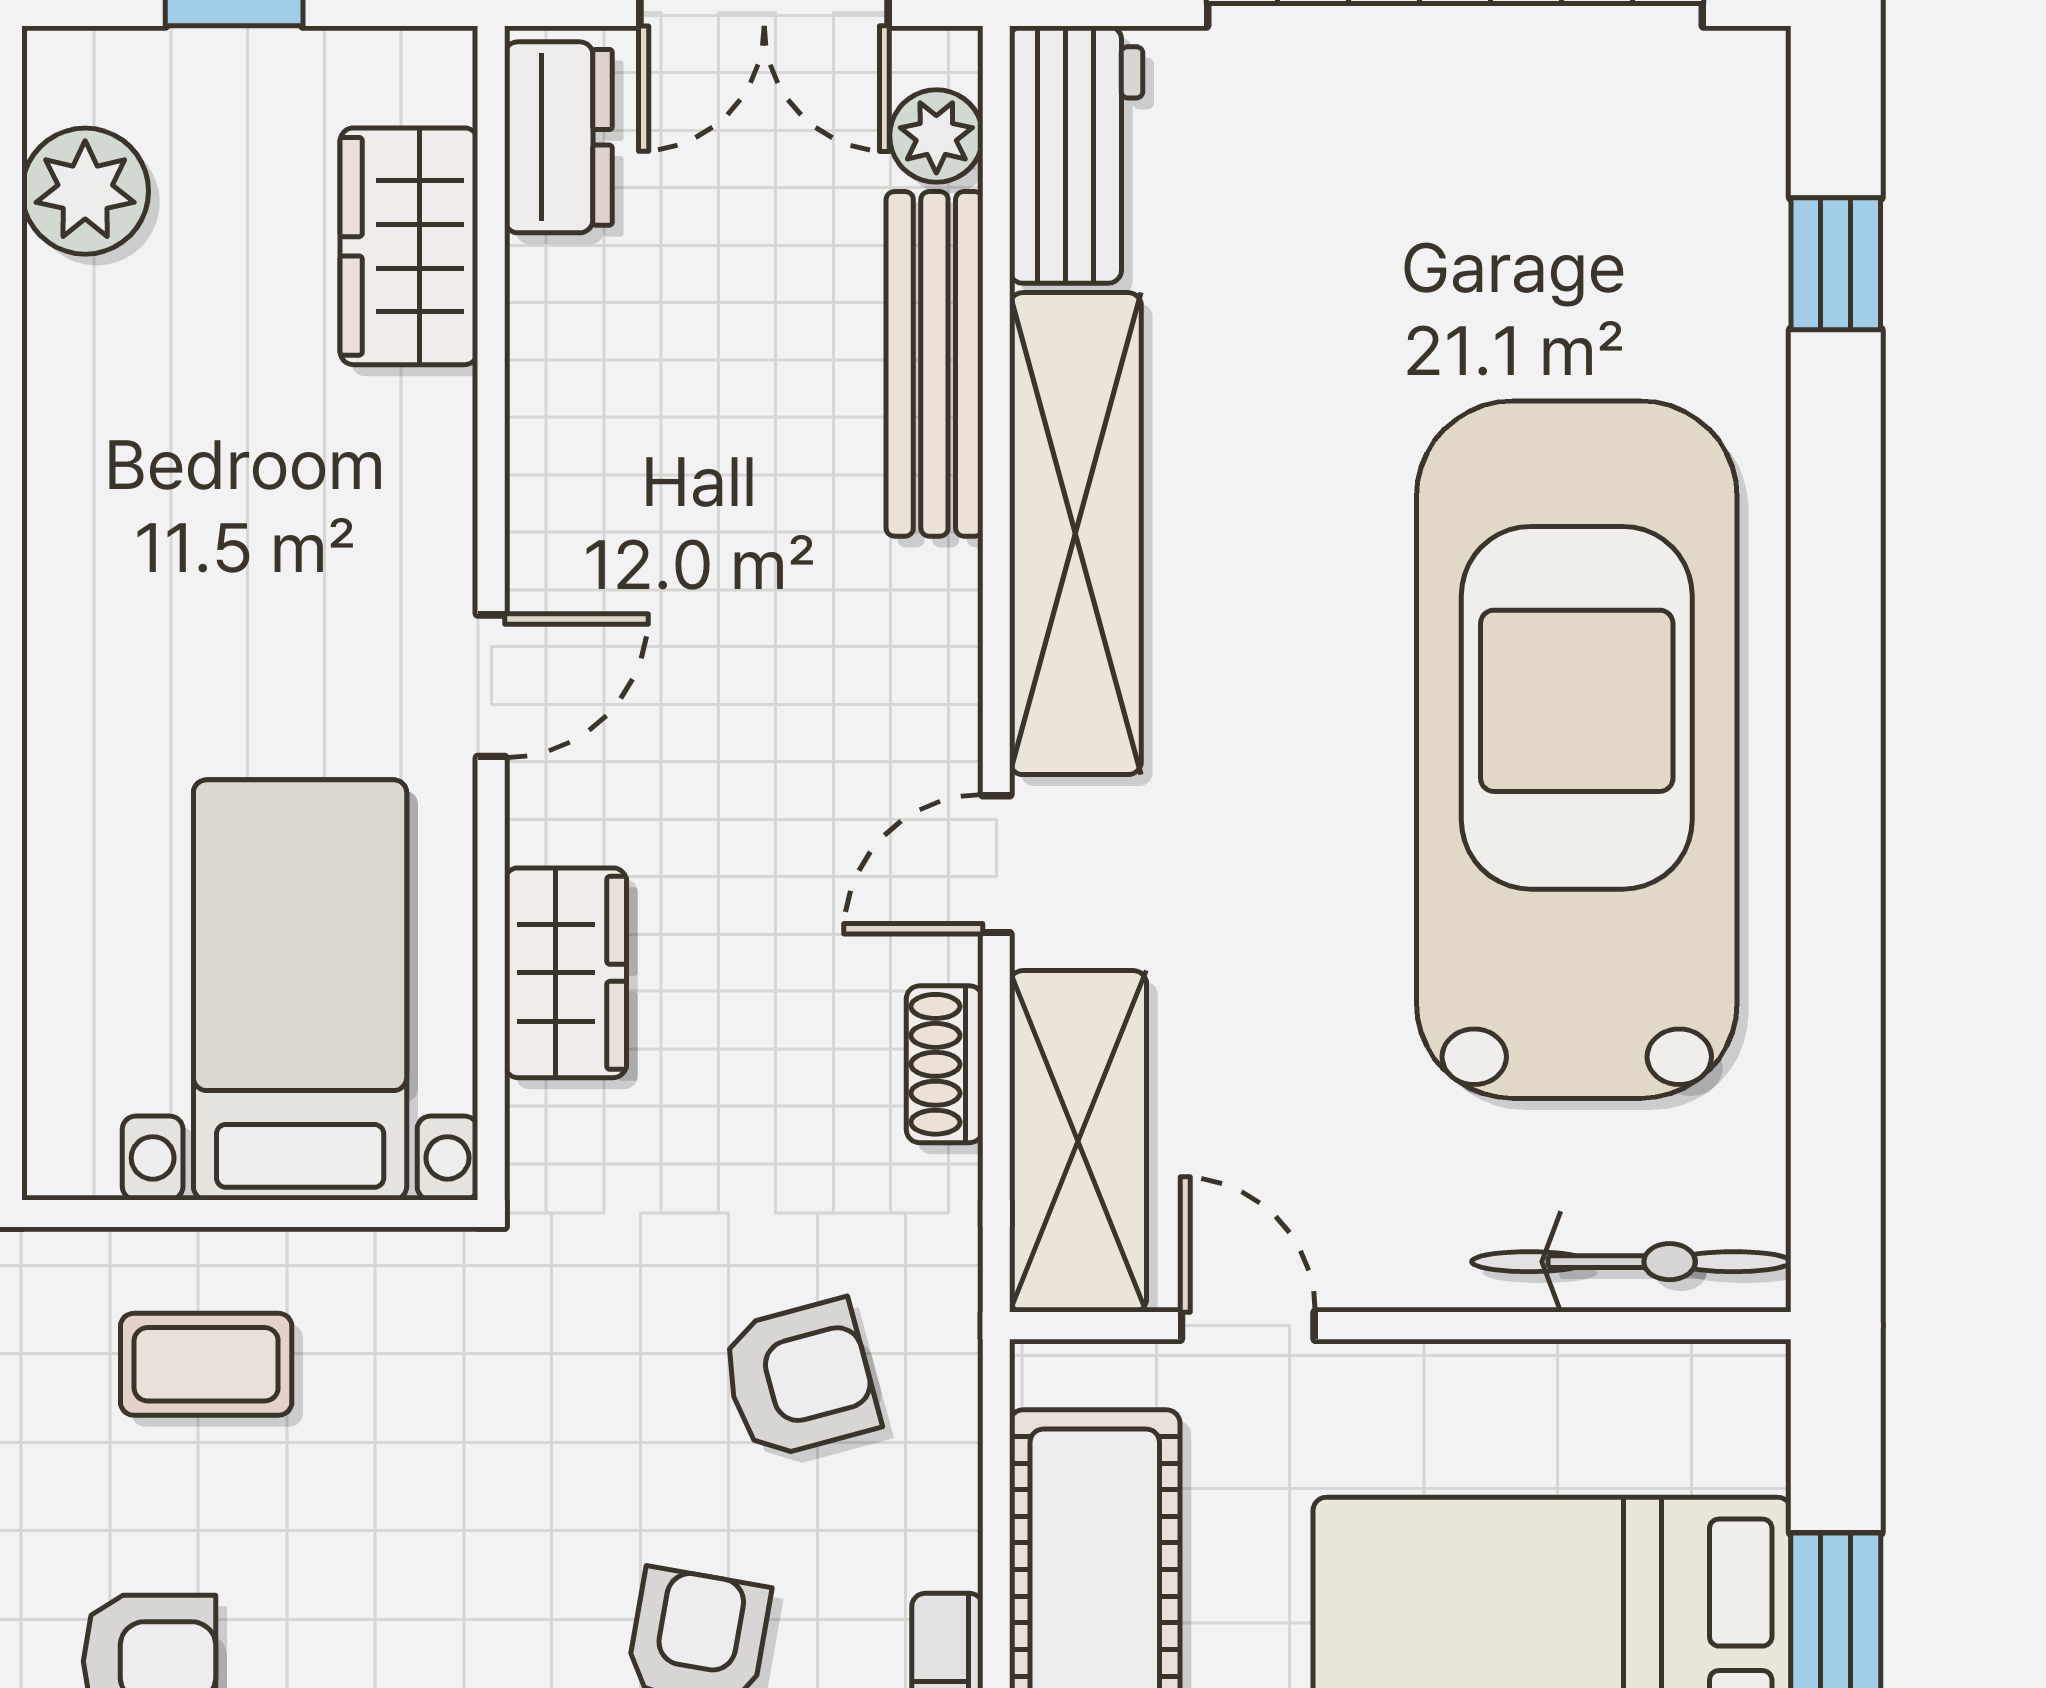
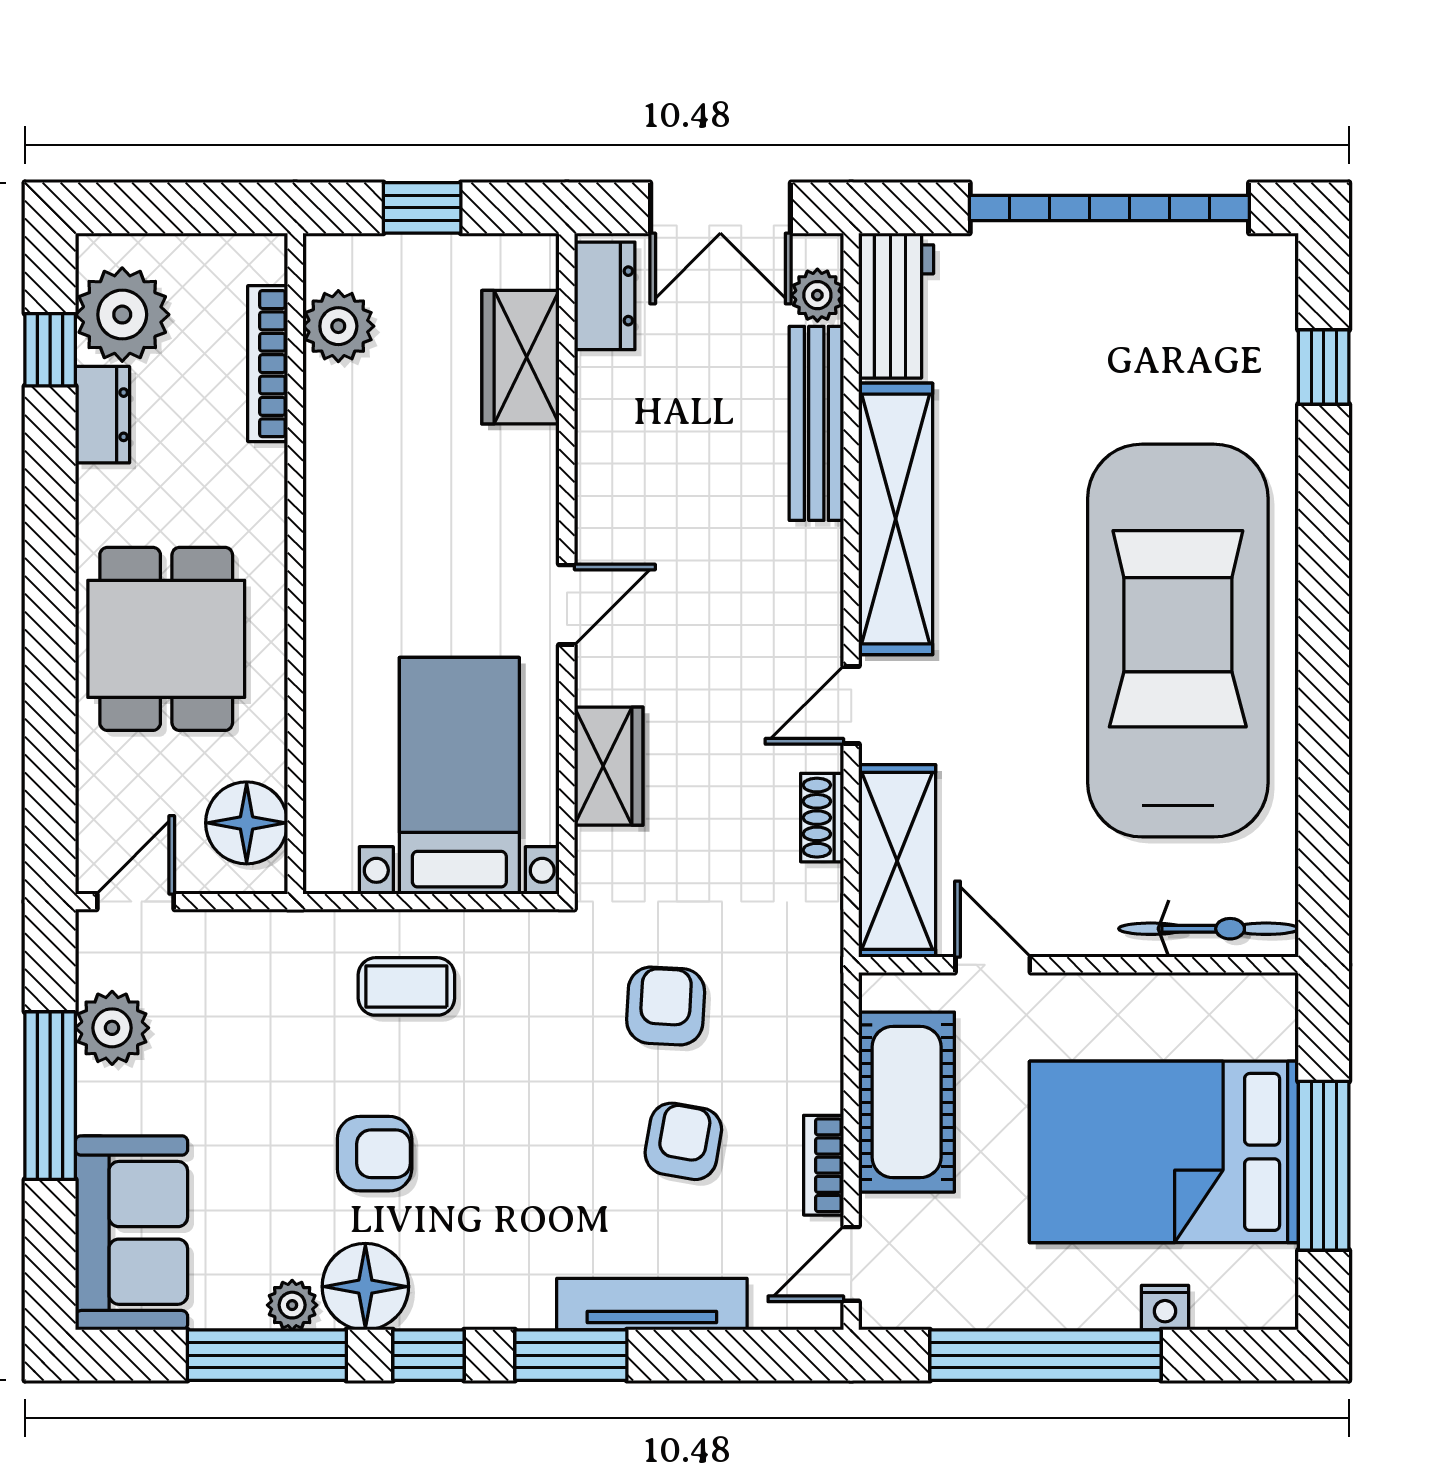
armchair: (799, 1379) -> (666, 1006), moved, turned -72

